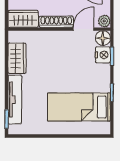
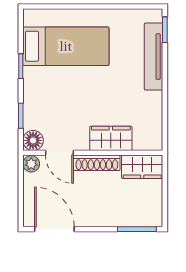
door: (84, 29) -> (60, 153), hinge flipped
nightstand: (103, 55) -> (33, 118), removed
wardrobe: (17, 58) -> (111, 138), moved, turned 90

